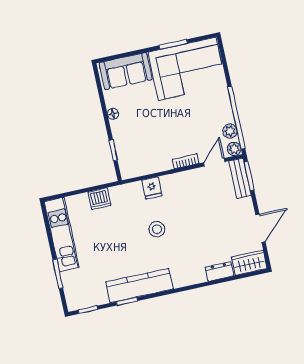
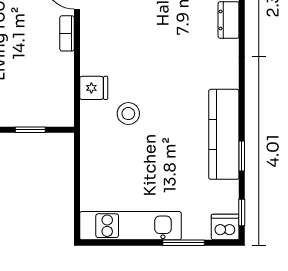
dishwasher: (99, 199) -> (225, 227), moved, turned -90
stool: (157, 229) -> (128, 114), moved

